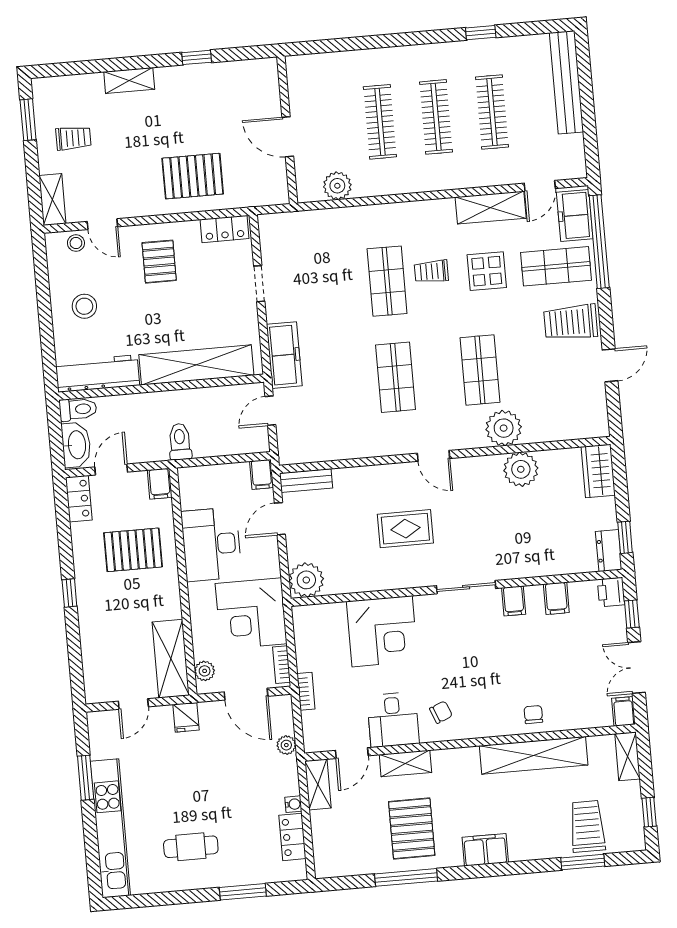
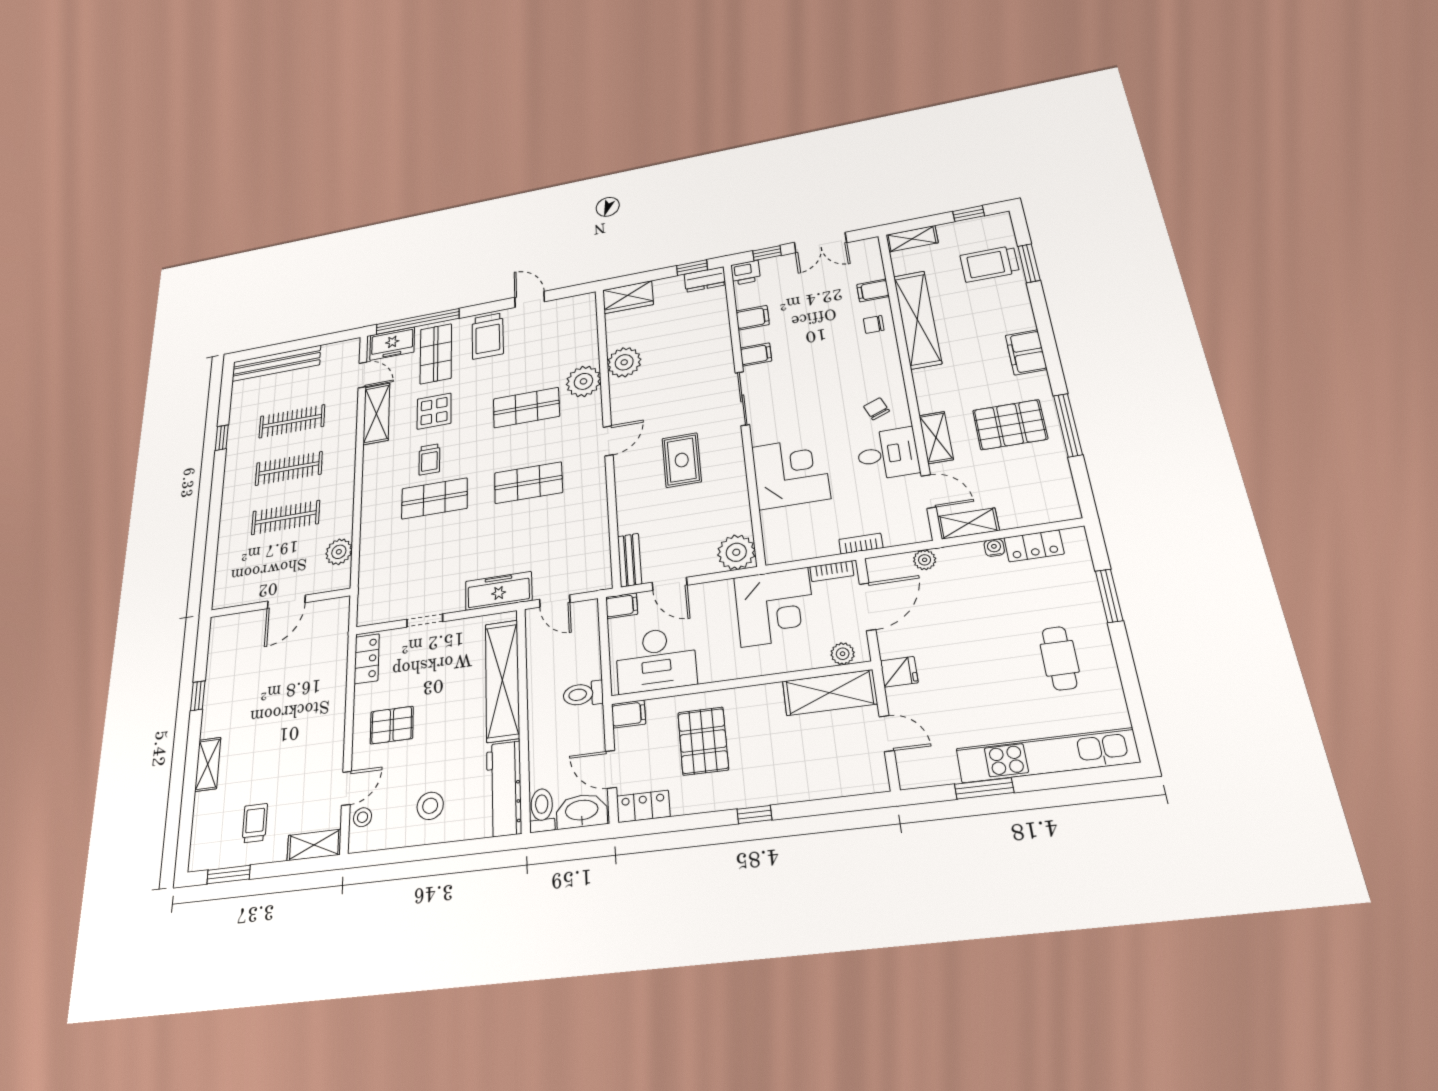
pallet: (193, 176) -> (311, 694), removed
desk: (211, 544) -> (656, 660), moved
filing cabinet: (624, 711) -> (873, 290), moved

